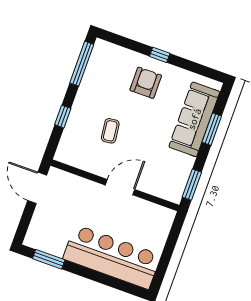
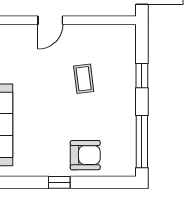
armchair: (146, 83) -> (85, 155), moved, turned -90
door: (120, 187) -> (50, 20), width x0.73

